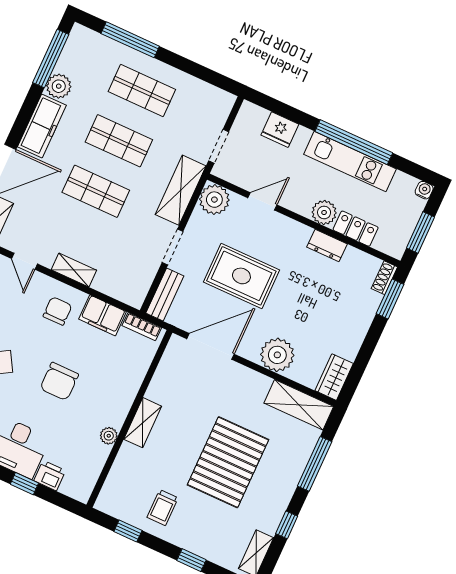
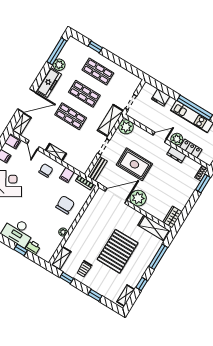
window: (130, 40) -> (95, 47), width x0.46
door: (262, 201) -> (160, 137), moved
filing cabinet: (103, 315) -> (67, 175), width x0.50
plant: (277, 355) -> (138, 198), moved
chair: (59, 381) -> (65, 205), moved, turned 180
shelving: (143, 423) -> (61, 258), moved

